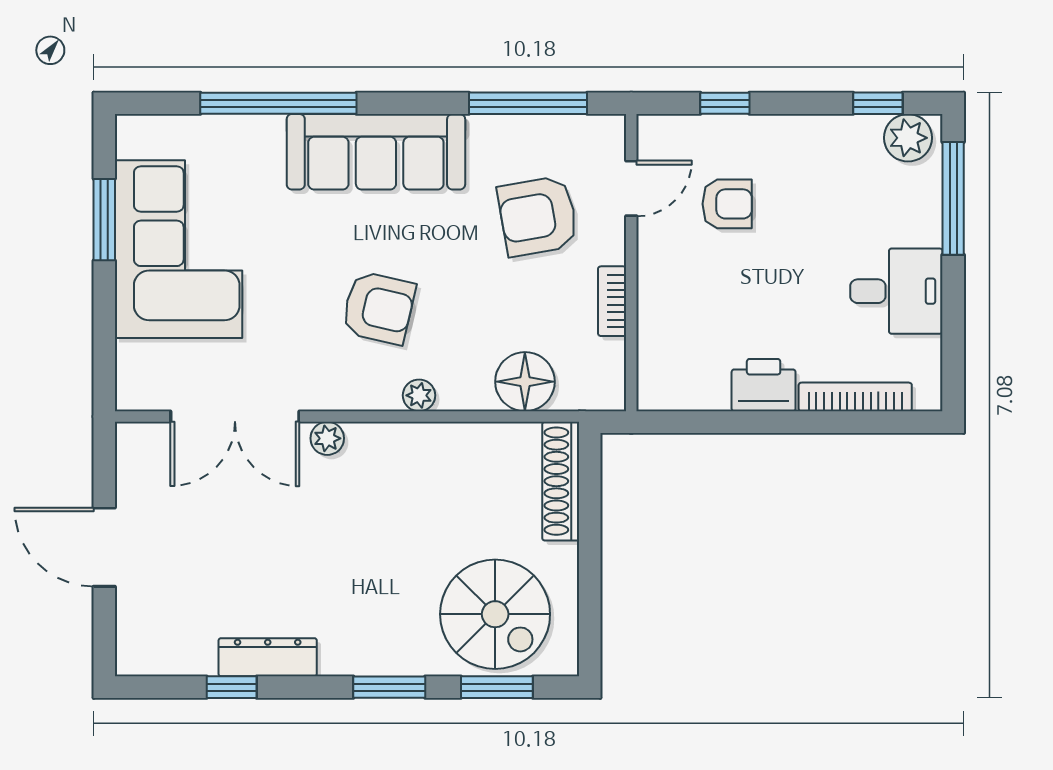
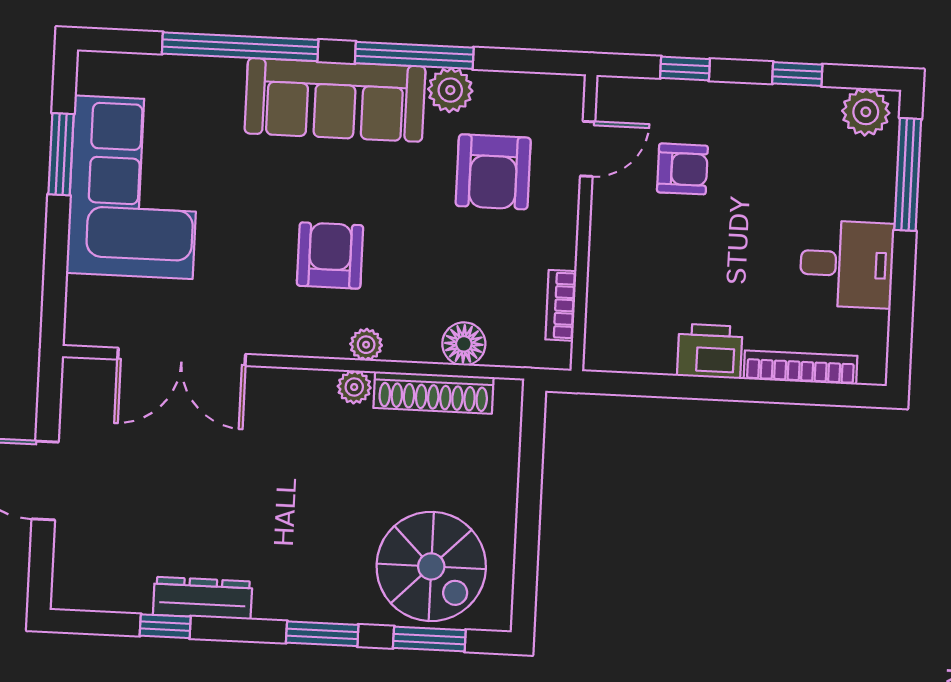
window: (528, 103) -> (414, 55), moved
window: (878, 103) -> (797, 74), moved
plant: (491, 136) -> (450, 90), added
armchair: (538, 216) -> (493, 172), turned -80
bookcase: (612, 301) -> (561, 305), moved
armchair: (379, 308) -> (330, 255), turned -103
floor lamp: (525, 382) -> (464, 344), width x0.73, depth x0.73
plant: (327, 438) -> (354, 387), moved
shoe rack: (561, 481) -> (433, 393), moved, turned -90

